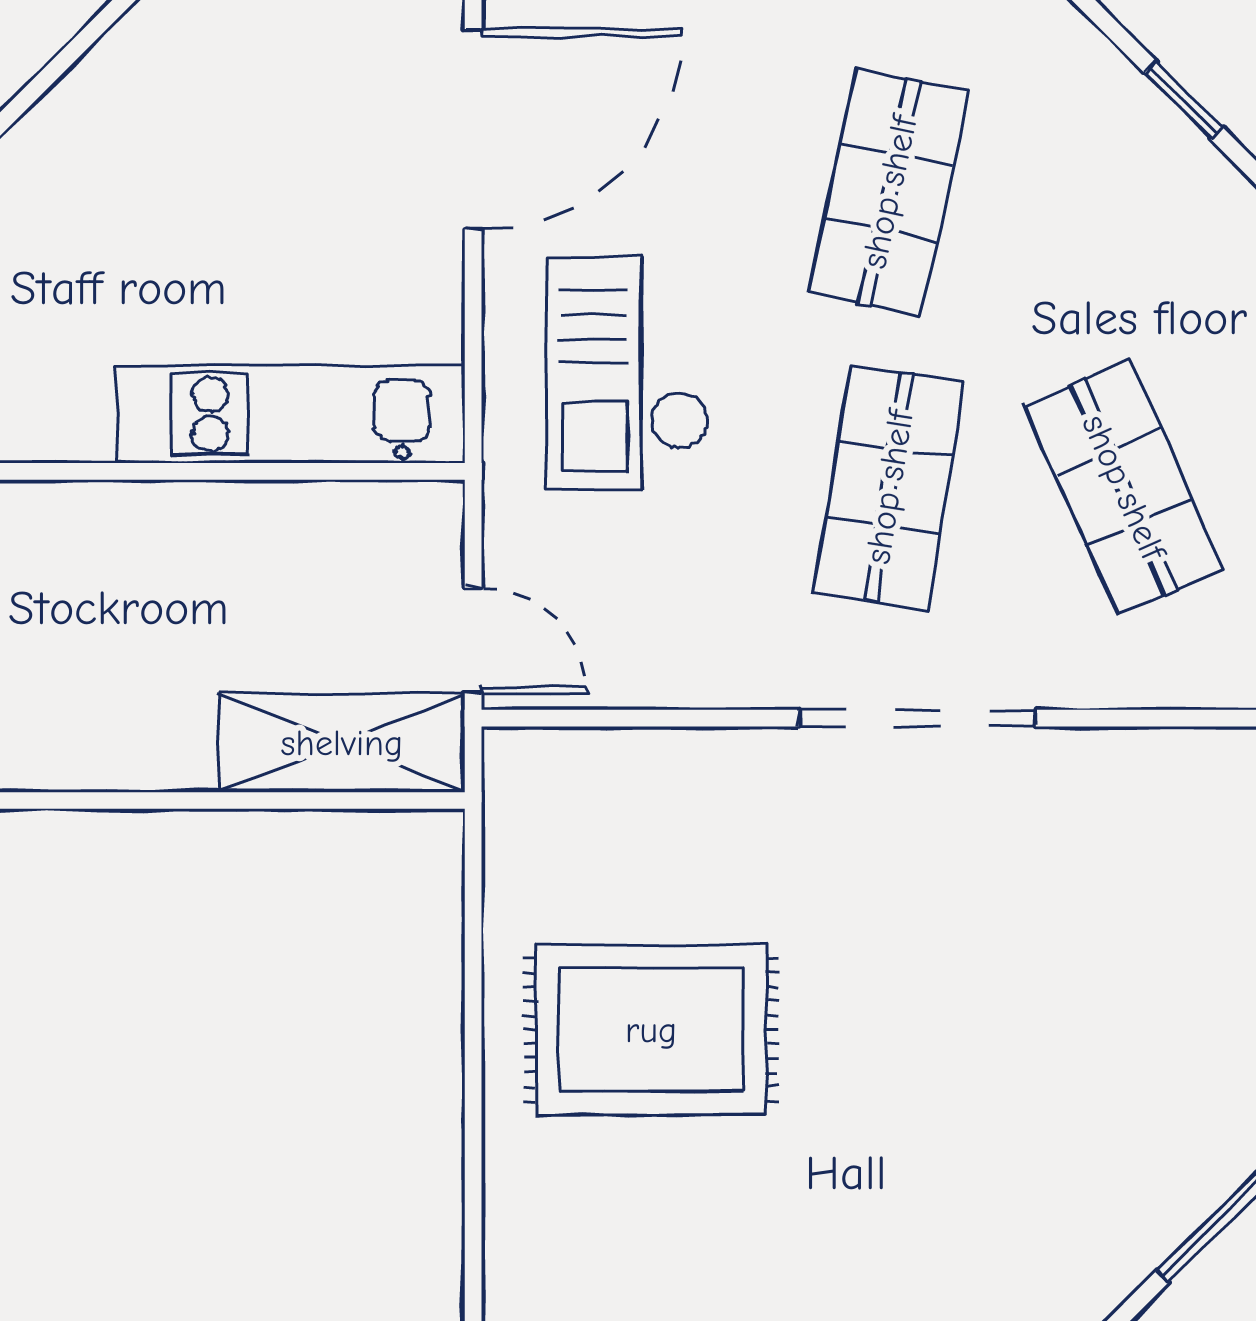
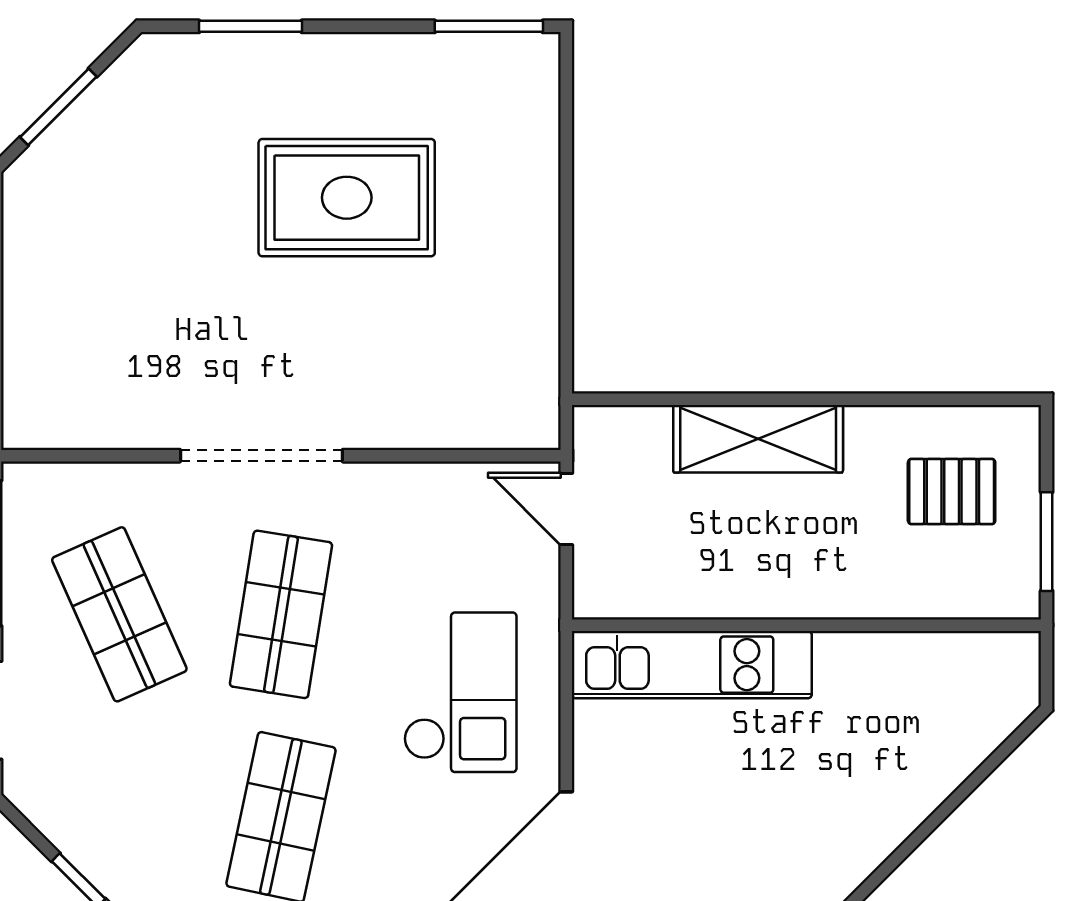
shelving: (342, 743) -> (758, 439), moved
rug: (651, 1030) -> (347, 198), moved

